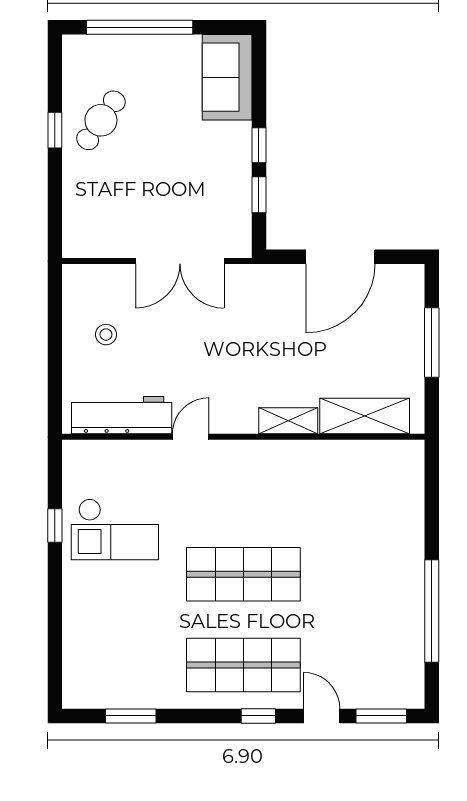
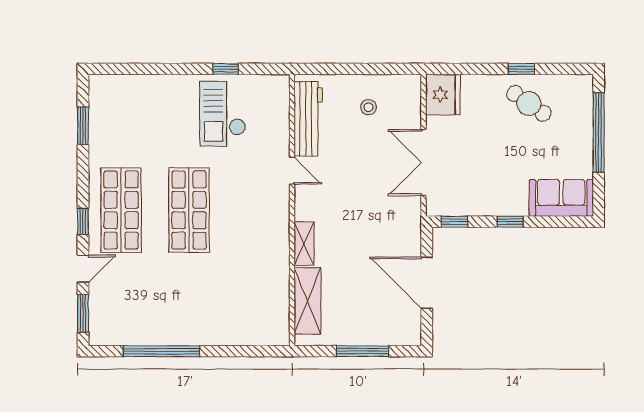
window: (259, 195) -> (454, 222), moved
fridge: (89, 235) -> (443, 95), added

